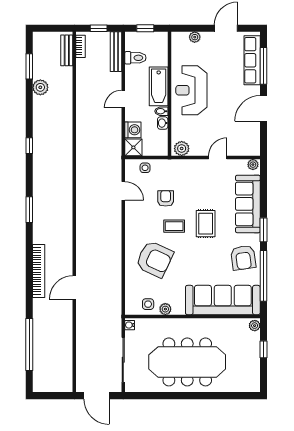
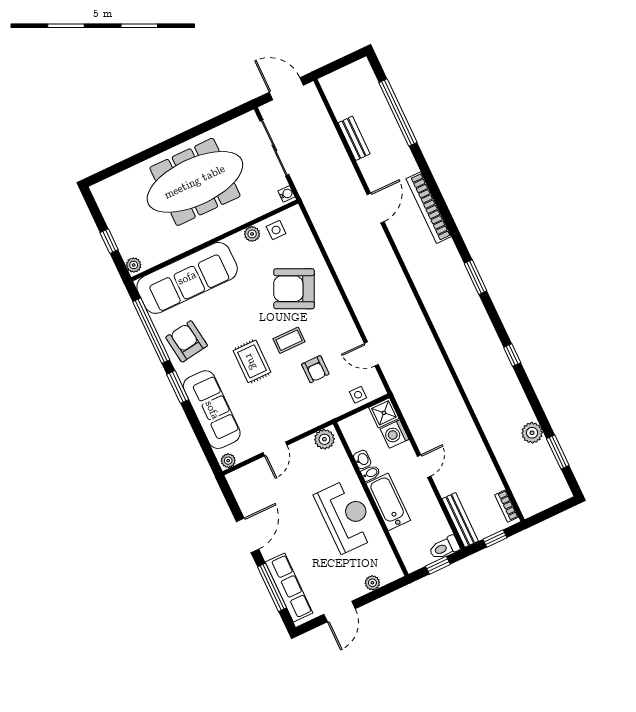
bench: (67, 50) -> (354, 138), moved
toilet: (135, 58) -> (444, 548), moved

